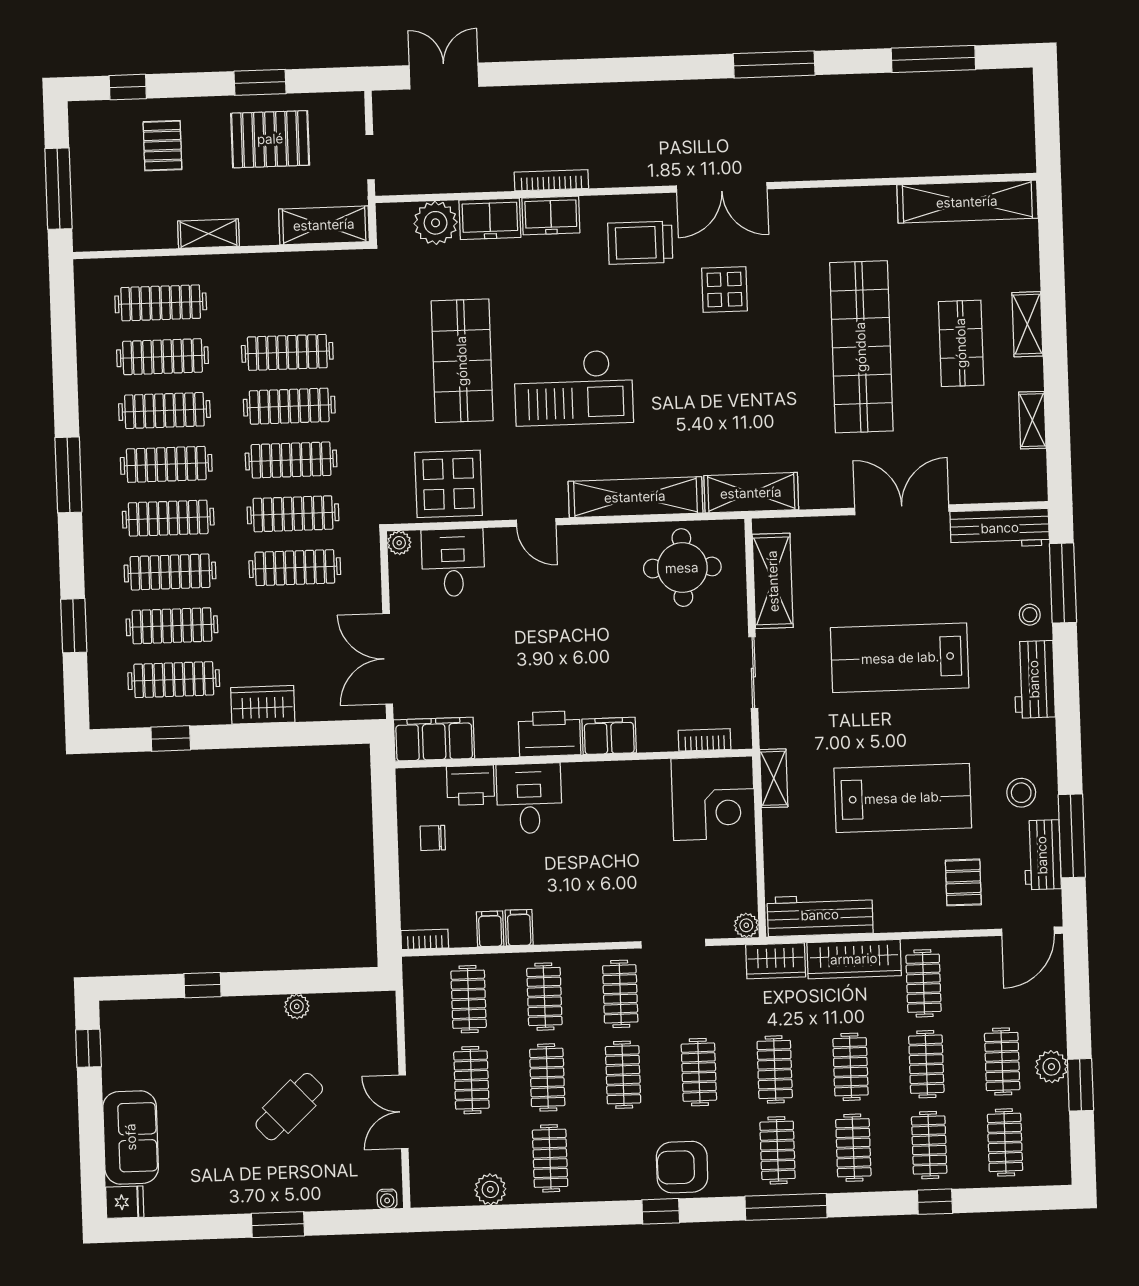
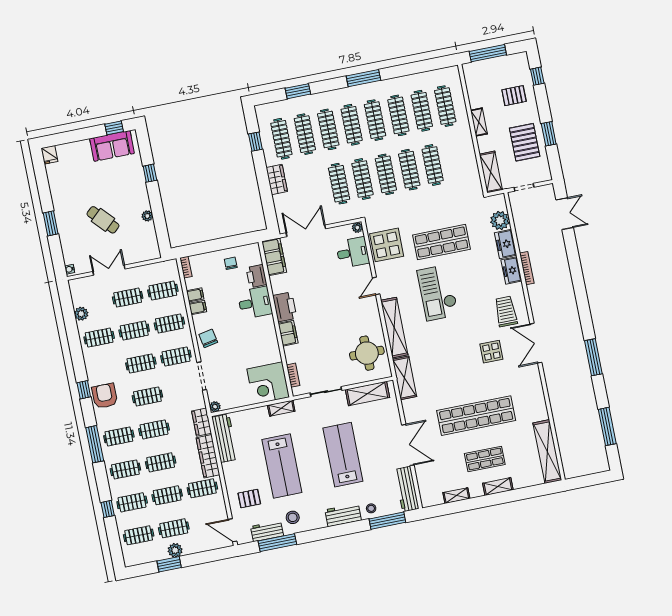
chair: (592, 915) -> (208, 338), added
sofa: (131, 1137) -> (112, 146), moved

